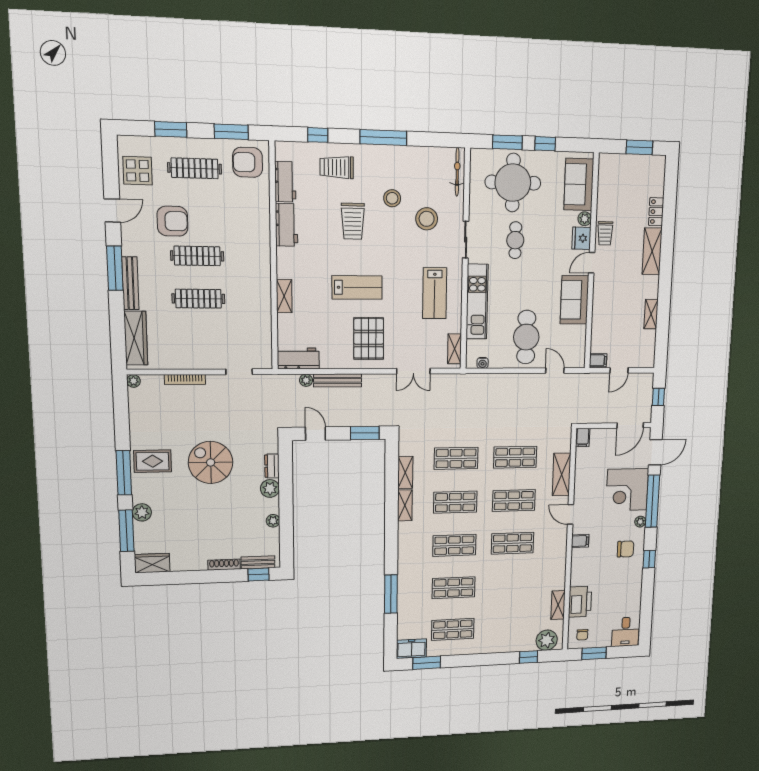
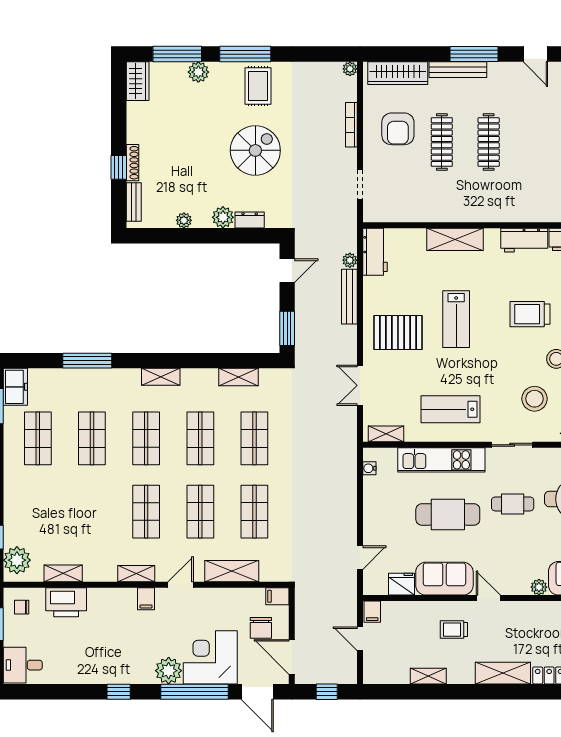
armchair: (172, 221) -> (398, 129), moved
trolley: (605, 233) -> (454, 630), moved
fridge: (581, 238) -> (401, 584), moved
shelving: (284, 296) -> (455, 239), width x1.50, depth x1.33
cafe table: (526, 337) -> (448, 514), moved
shelving: (405, 505) -> (161, 377), moved
plant: (640, 522) -> (169, 671), width x1.88, depth x1.88
shelving: (561, 549) -> (136, 574), added
chair: (626, 549) -> (261, 628), moved
window: (259, 575) -> (119, 167), moved

